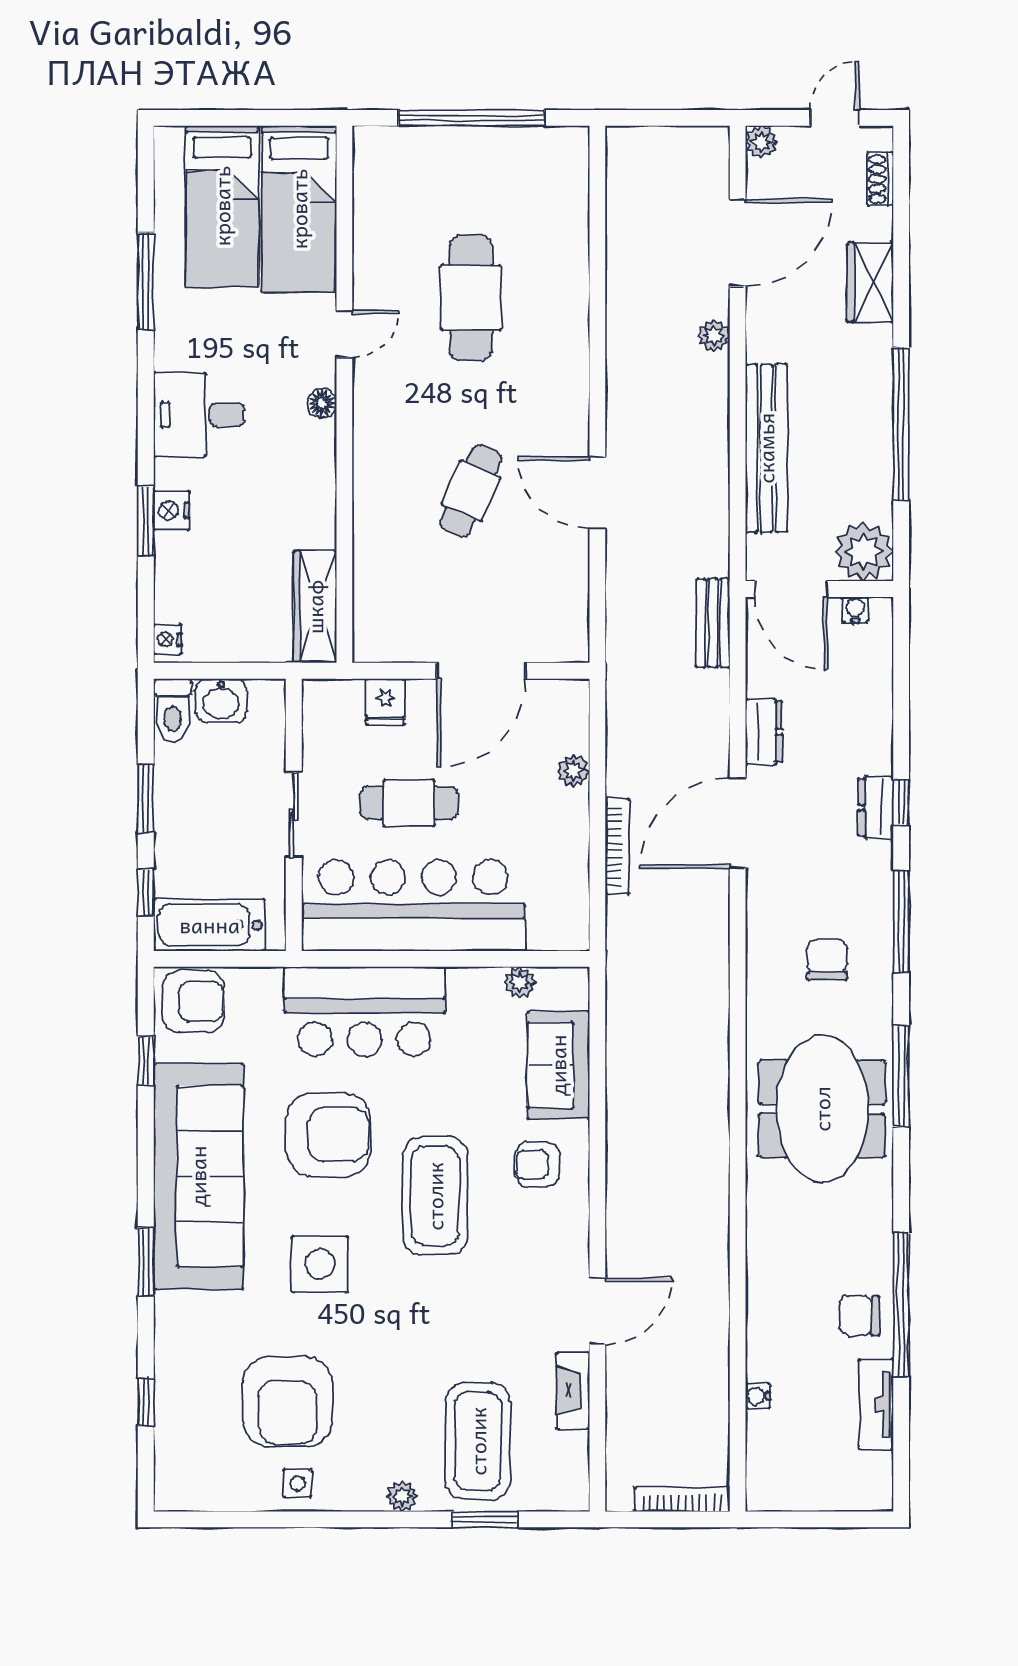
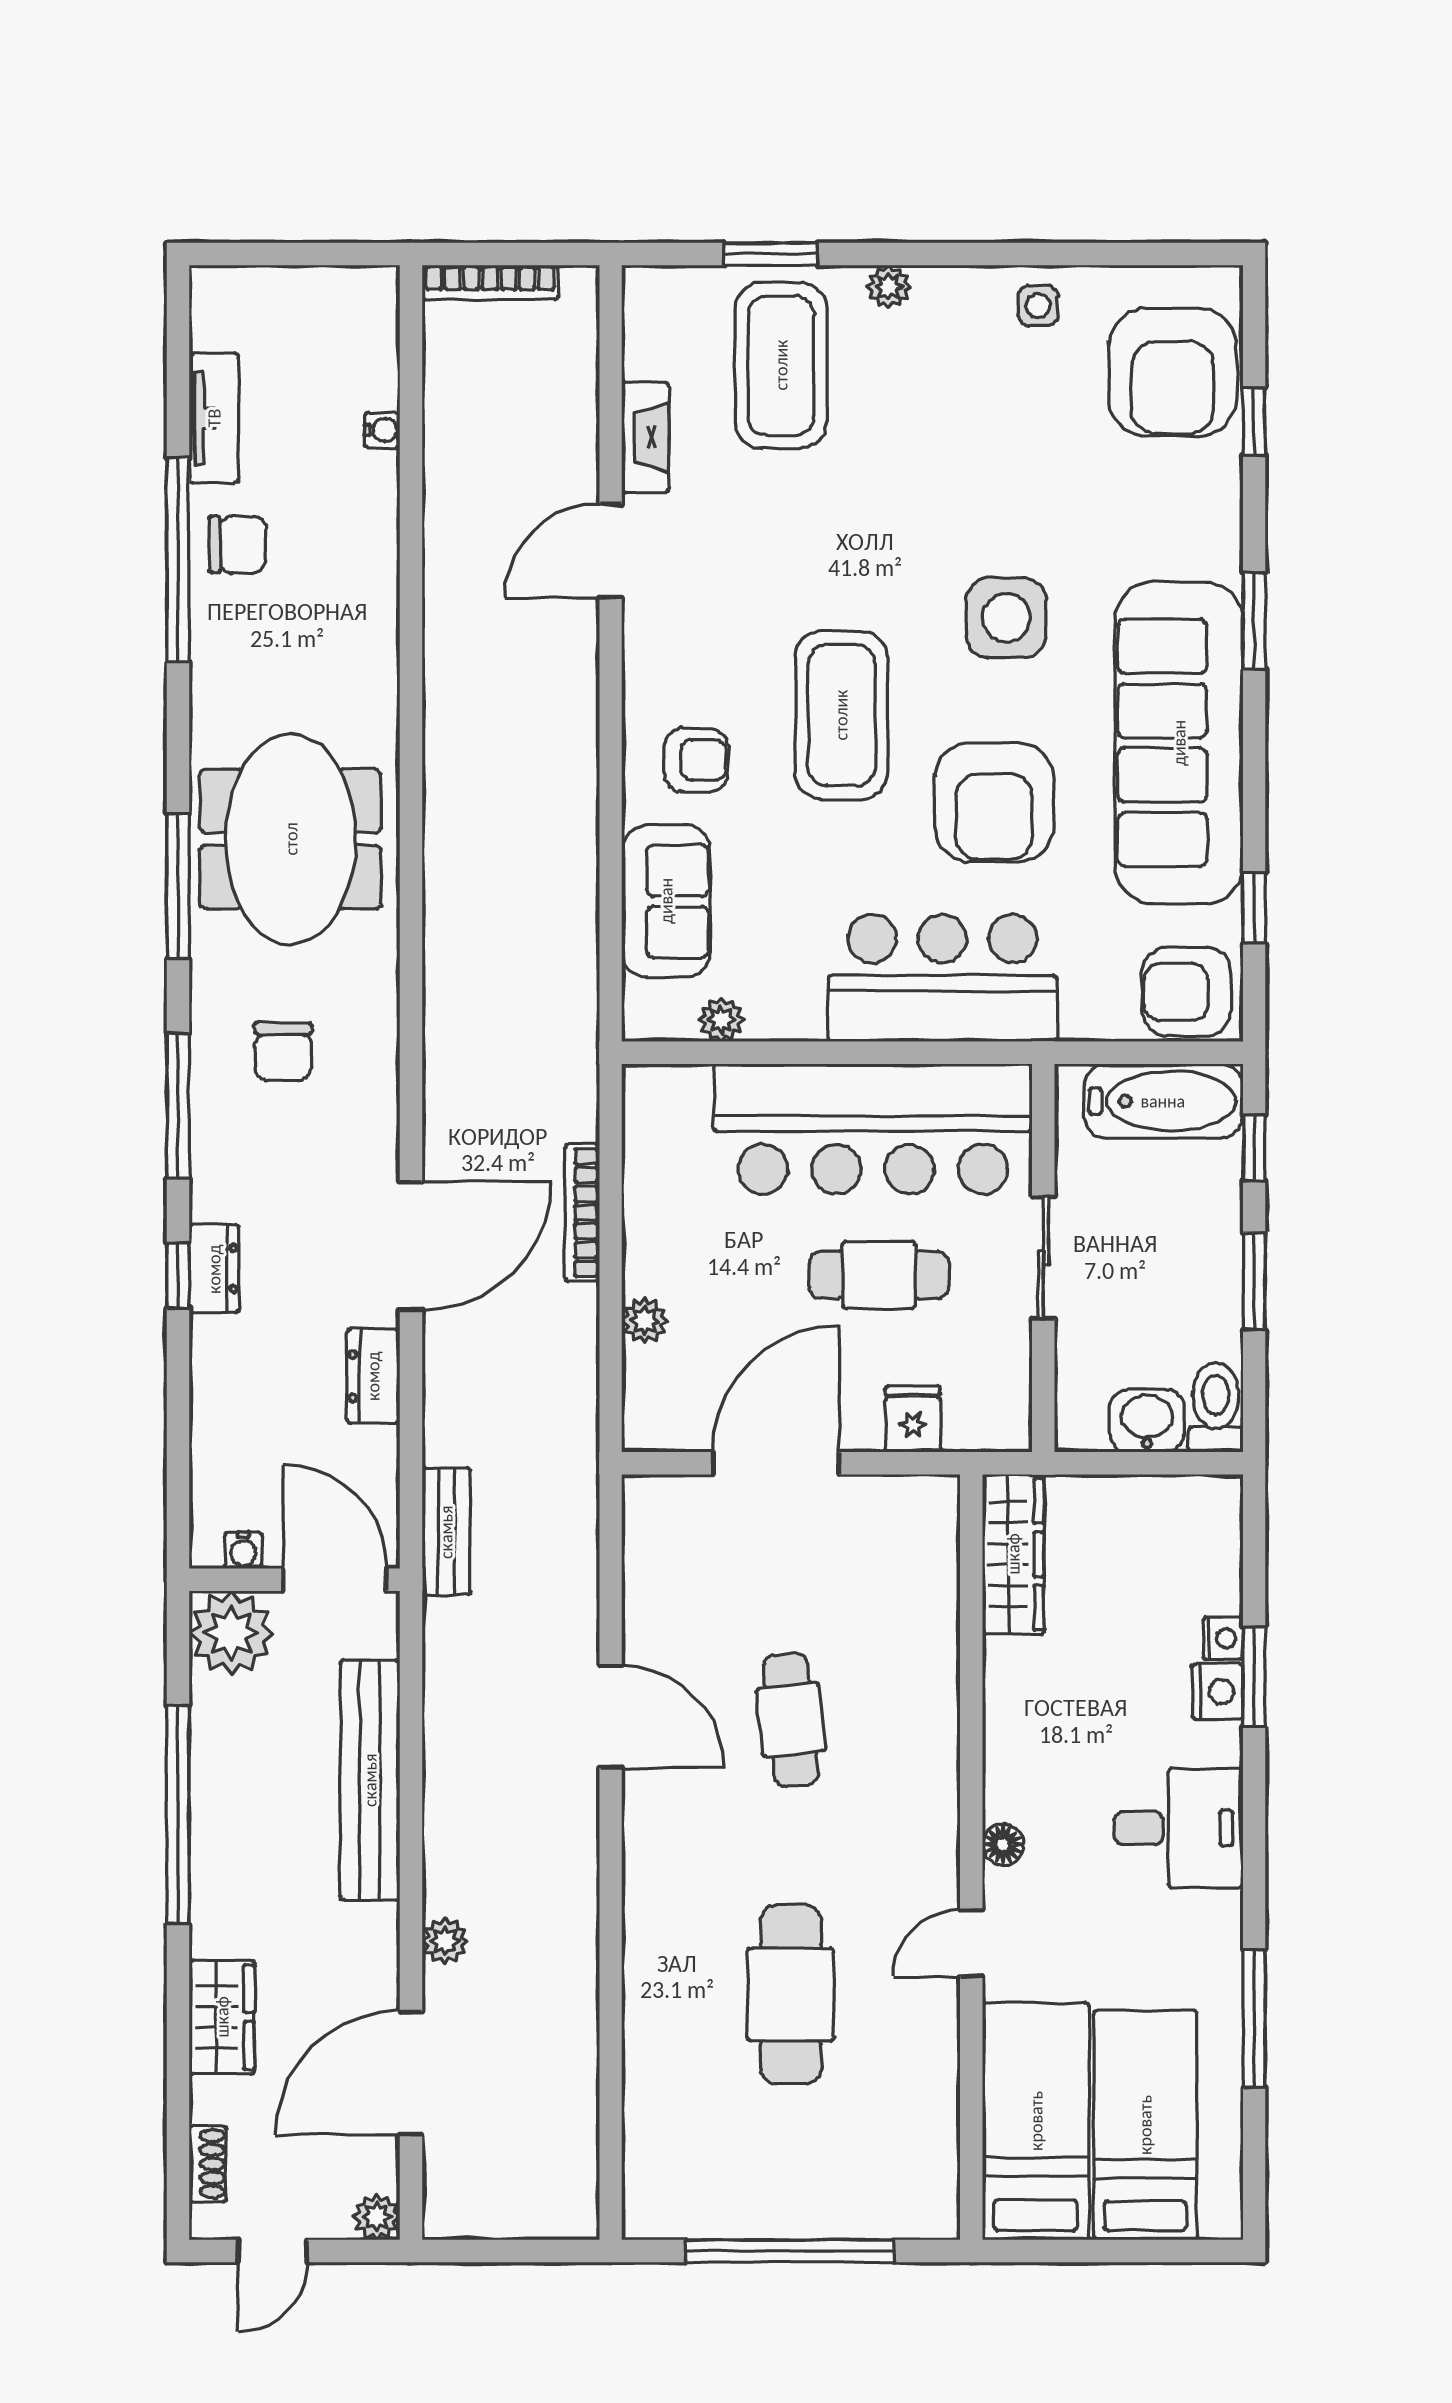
cafe table: (471, 491) -> (791, 1720), turned -30
nightstand: (168, 639) -> (1223, 1638), moved
armchair: (328, 1135) -> (994, 802), turned -90
armchair: (288, 1402) -> (1173, 372), moved, turned 180

